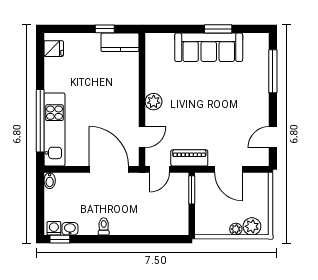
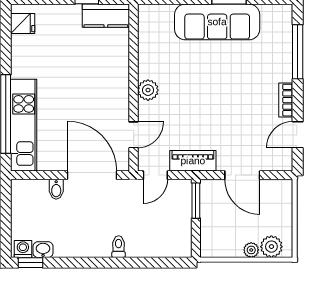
bookcase: (263, 110) -> (286, 100), added
bidet: (50, 181) -> (56, 189), moved
toilet: (104, 226) -> (119, 247), moved

